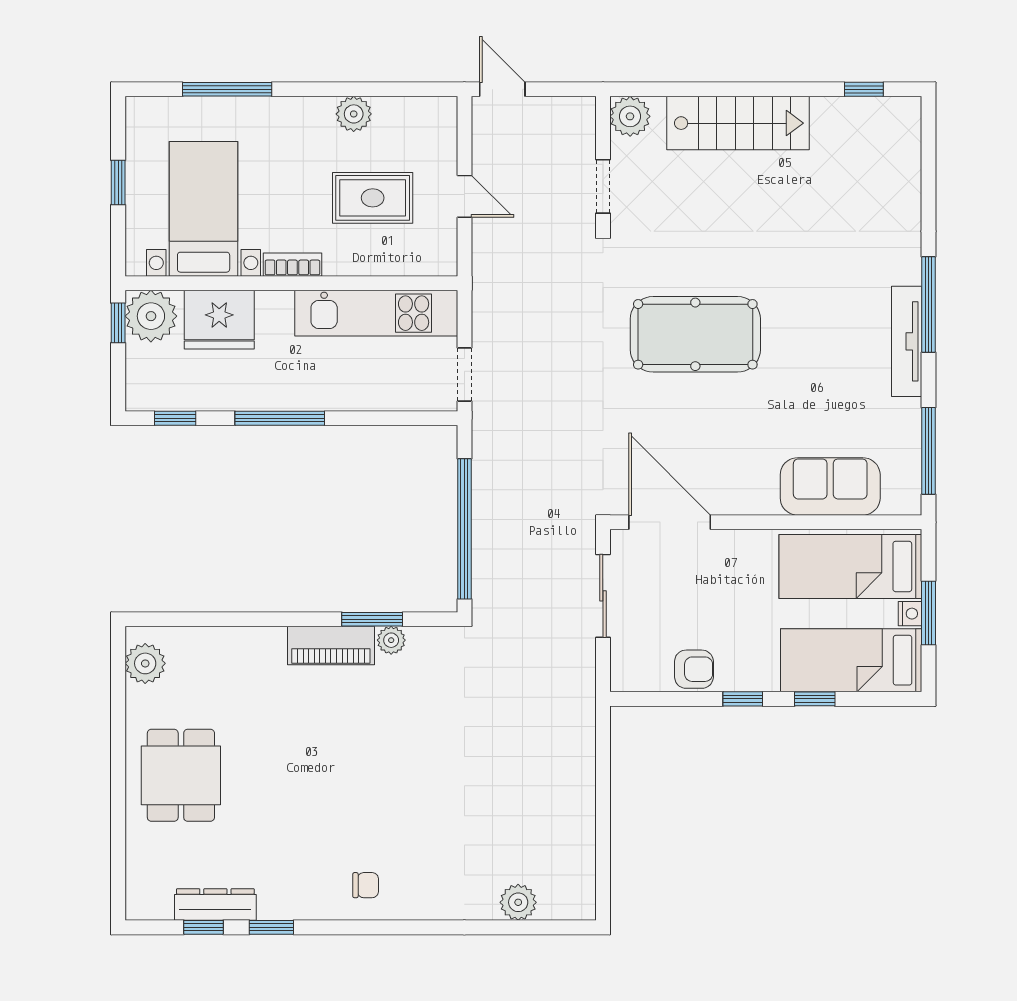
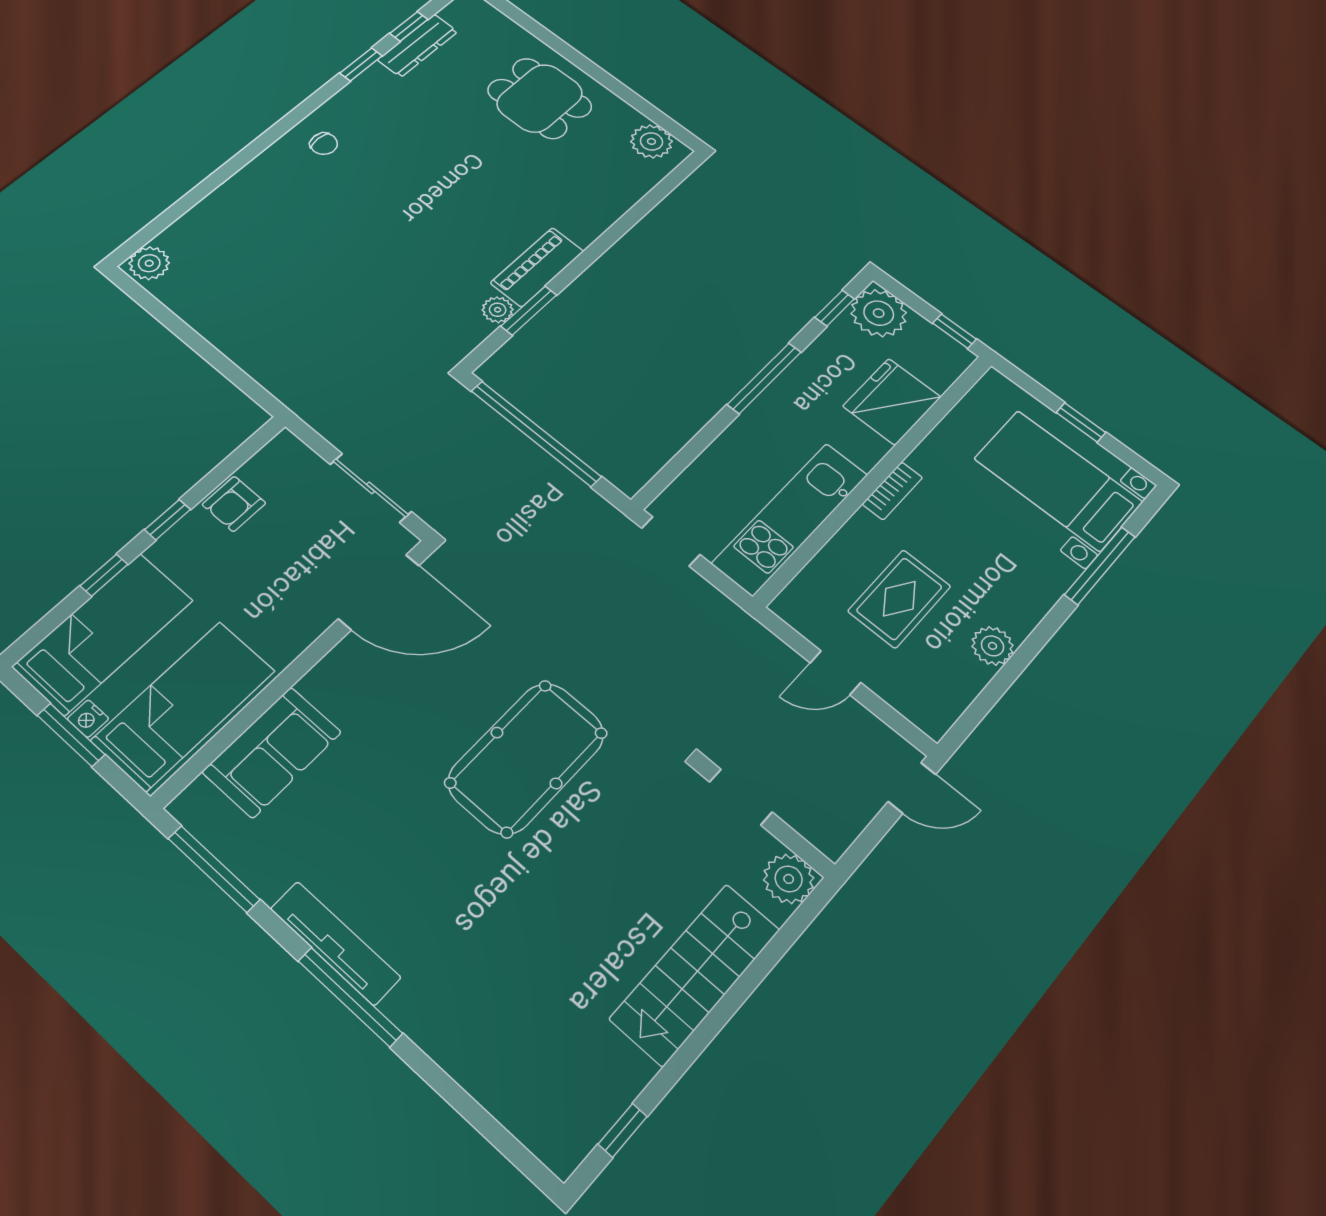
bed with nightstands: (204, 209) -> (1058, 480), moved, turned 180
plant: (151, 316) -> (879, 313), moved
chair: (366, 885) -> (324, 144), turned -90
plant: (518, 902) -> (149, 263), moved

